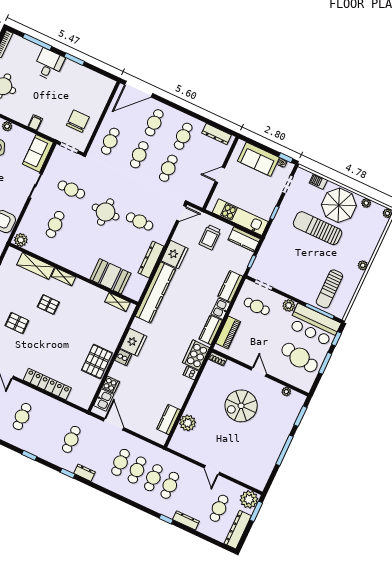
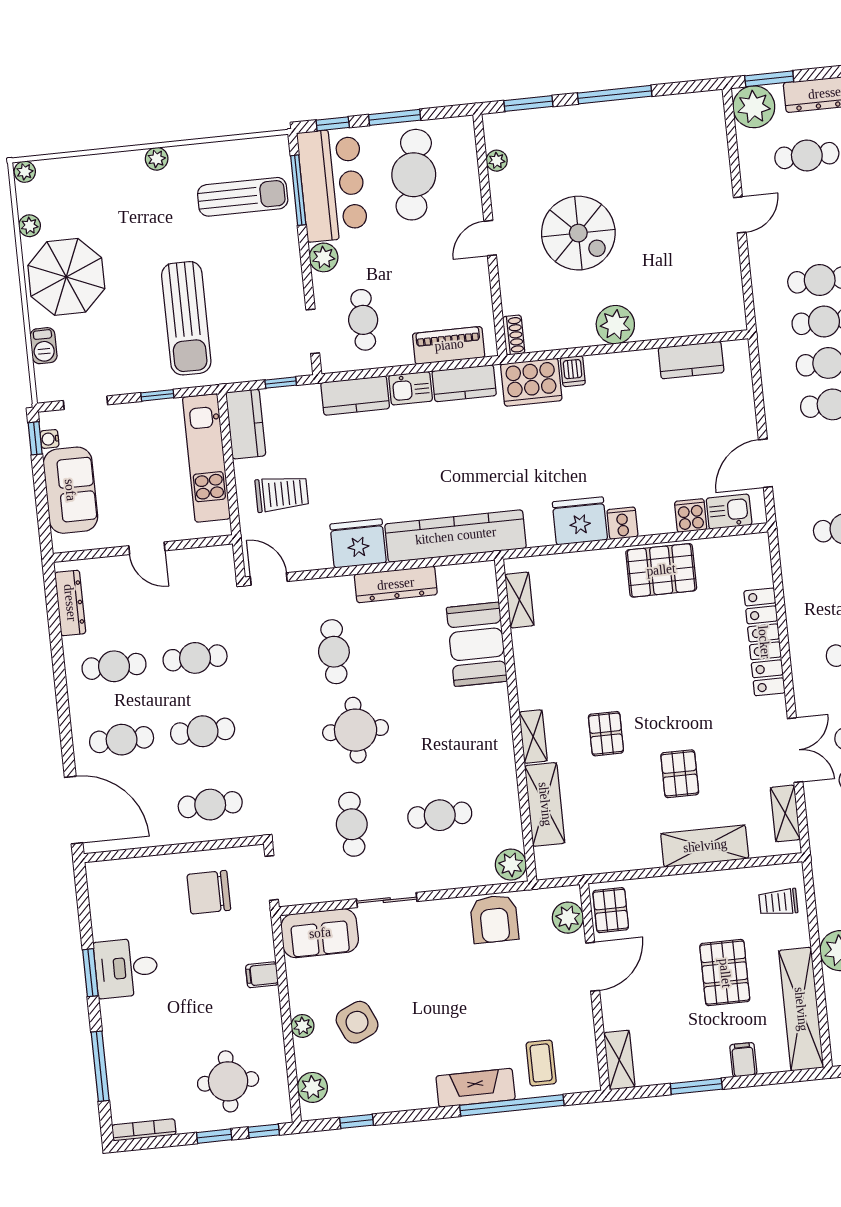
desk: (49, 65) -> (126, 968), moved
sun lounger: (318, 228) -> (186, 318), moved
plant: (188, 423) -> (615, 325), moved

